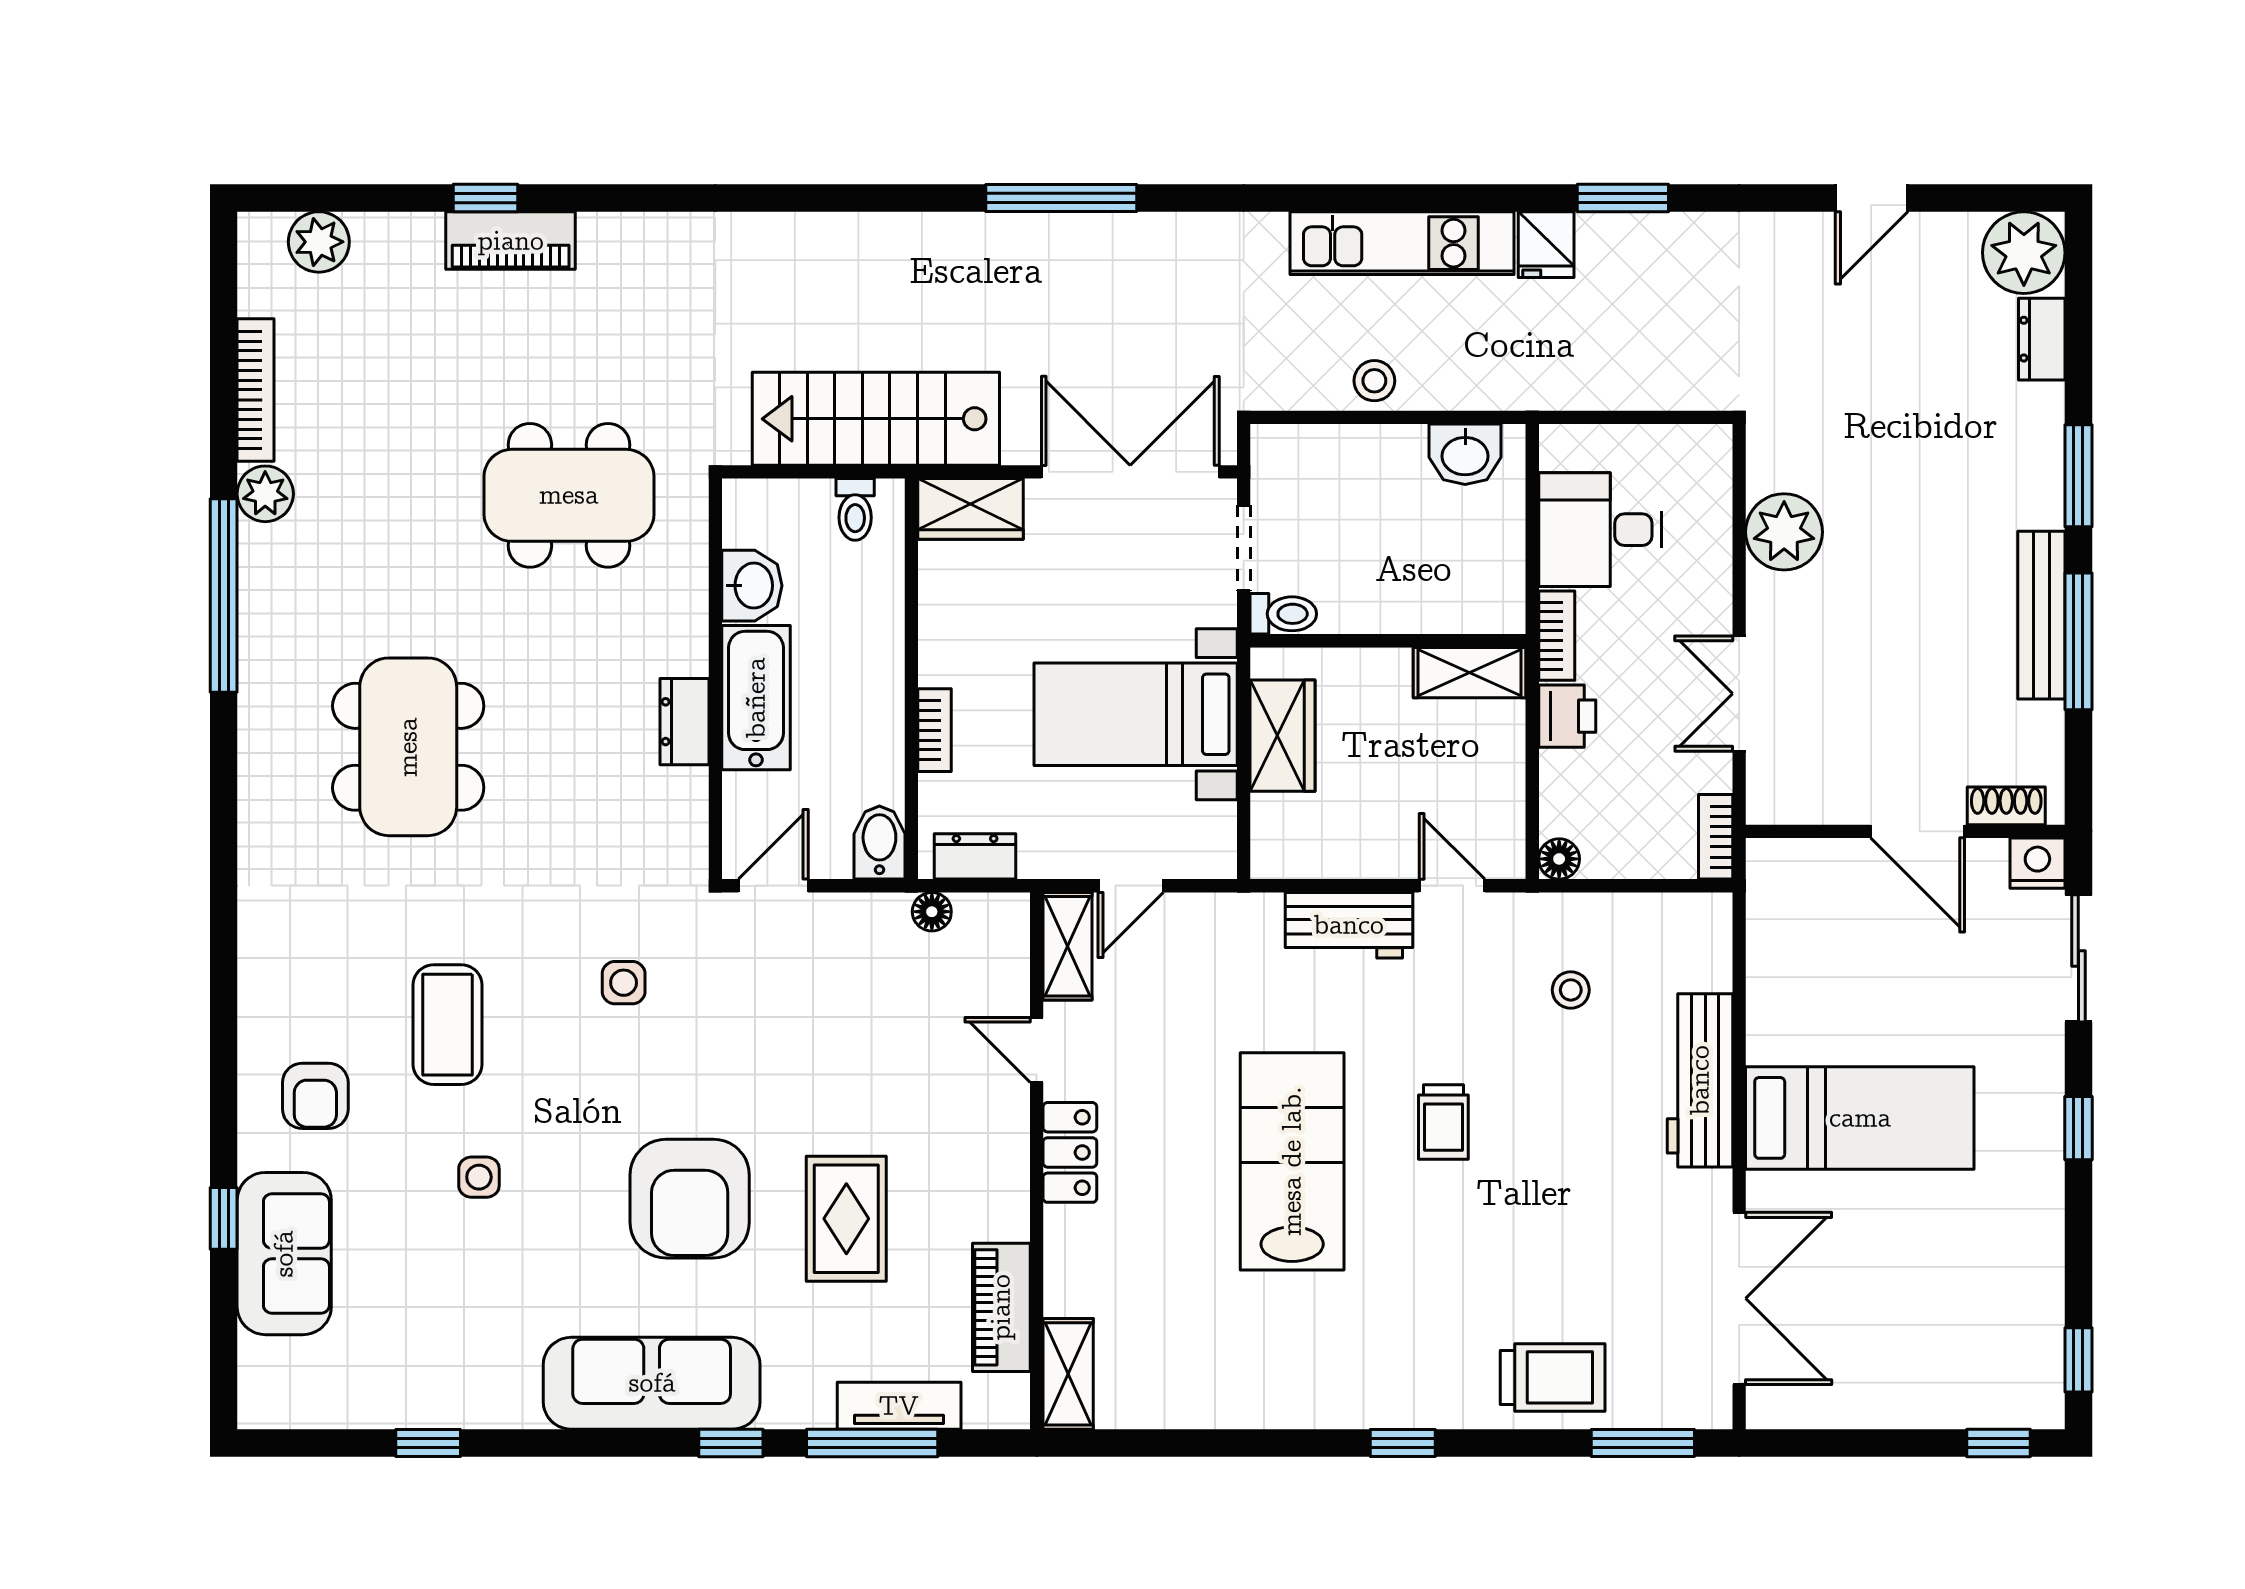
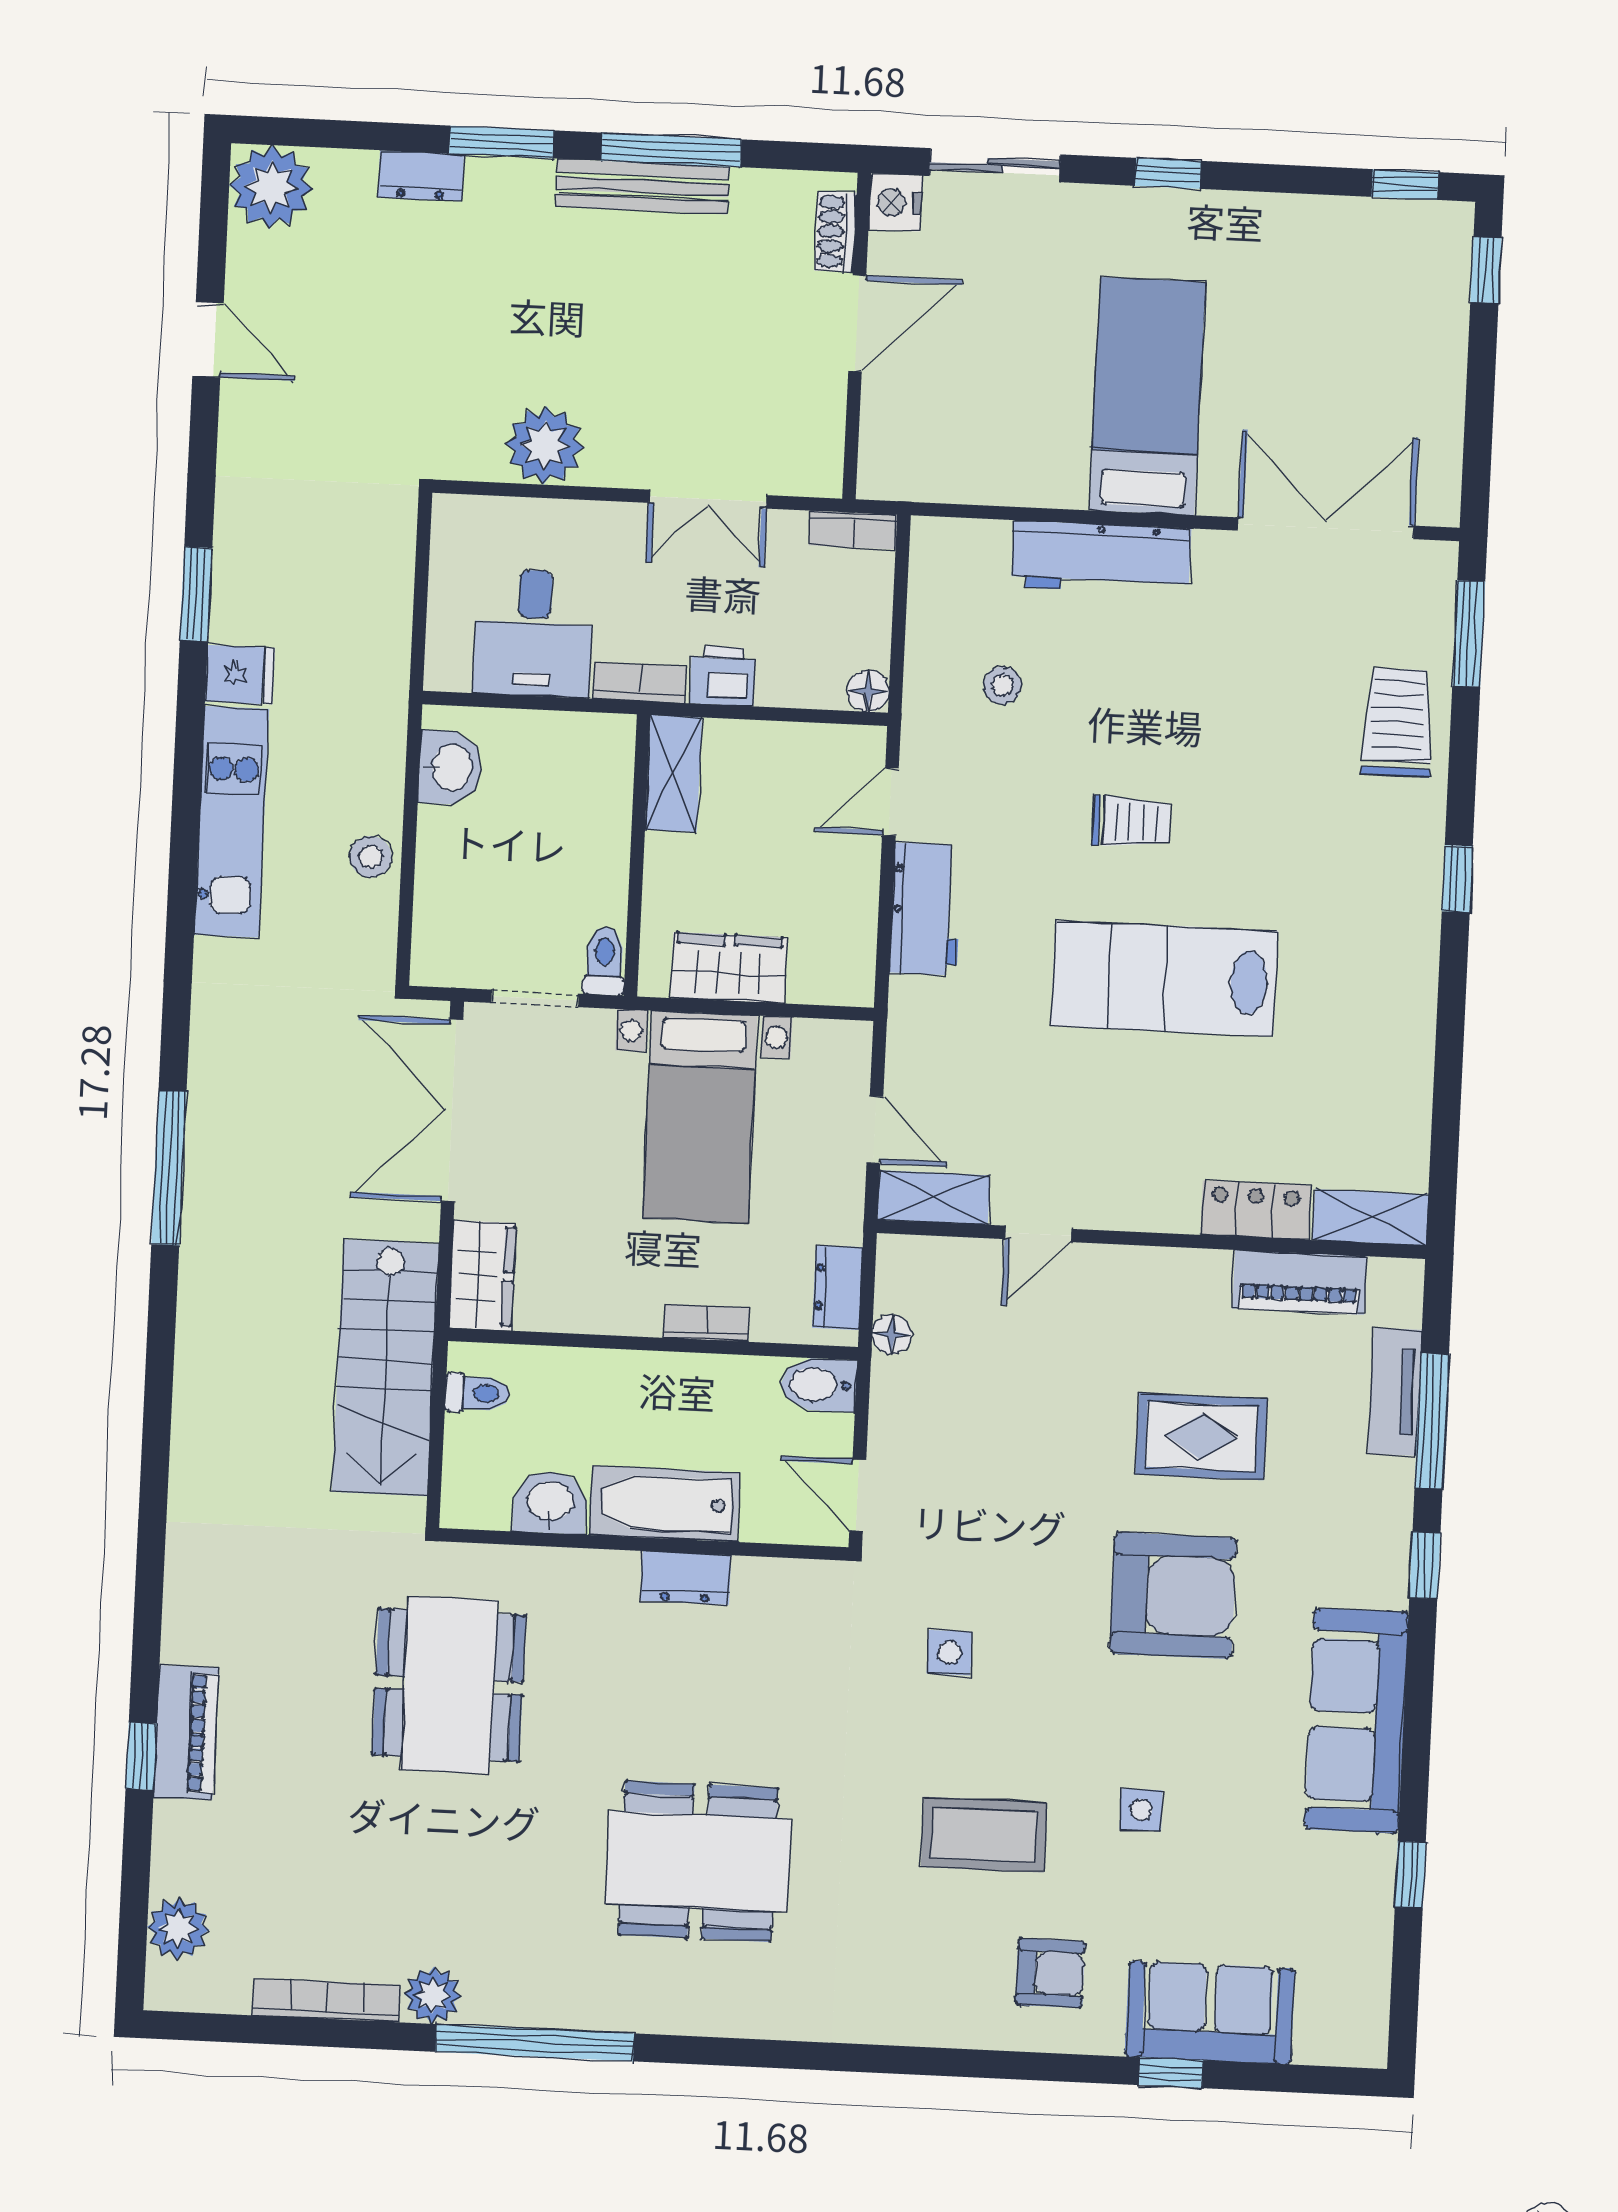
dresser: (2042, 339) -> (421, 176), moved
locker: (1070, 1152) -> (1256, 1210), moved
sofa: (652, 1383) -> (1356, 1721), moved

